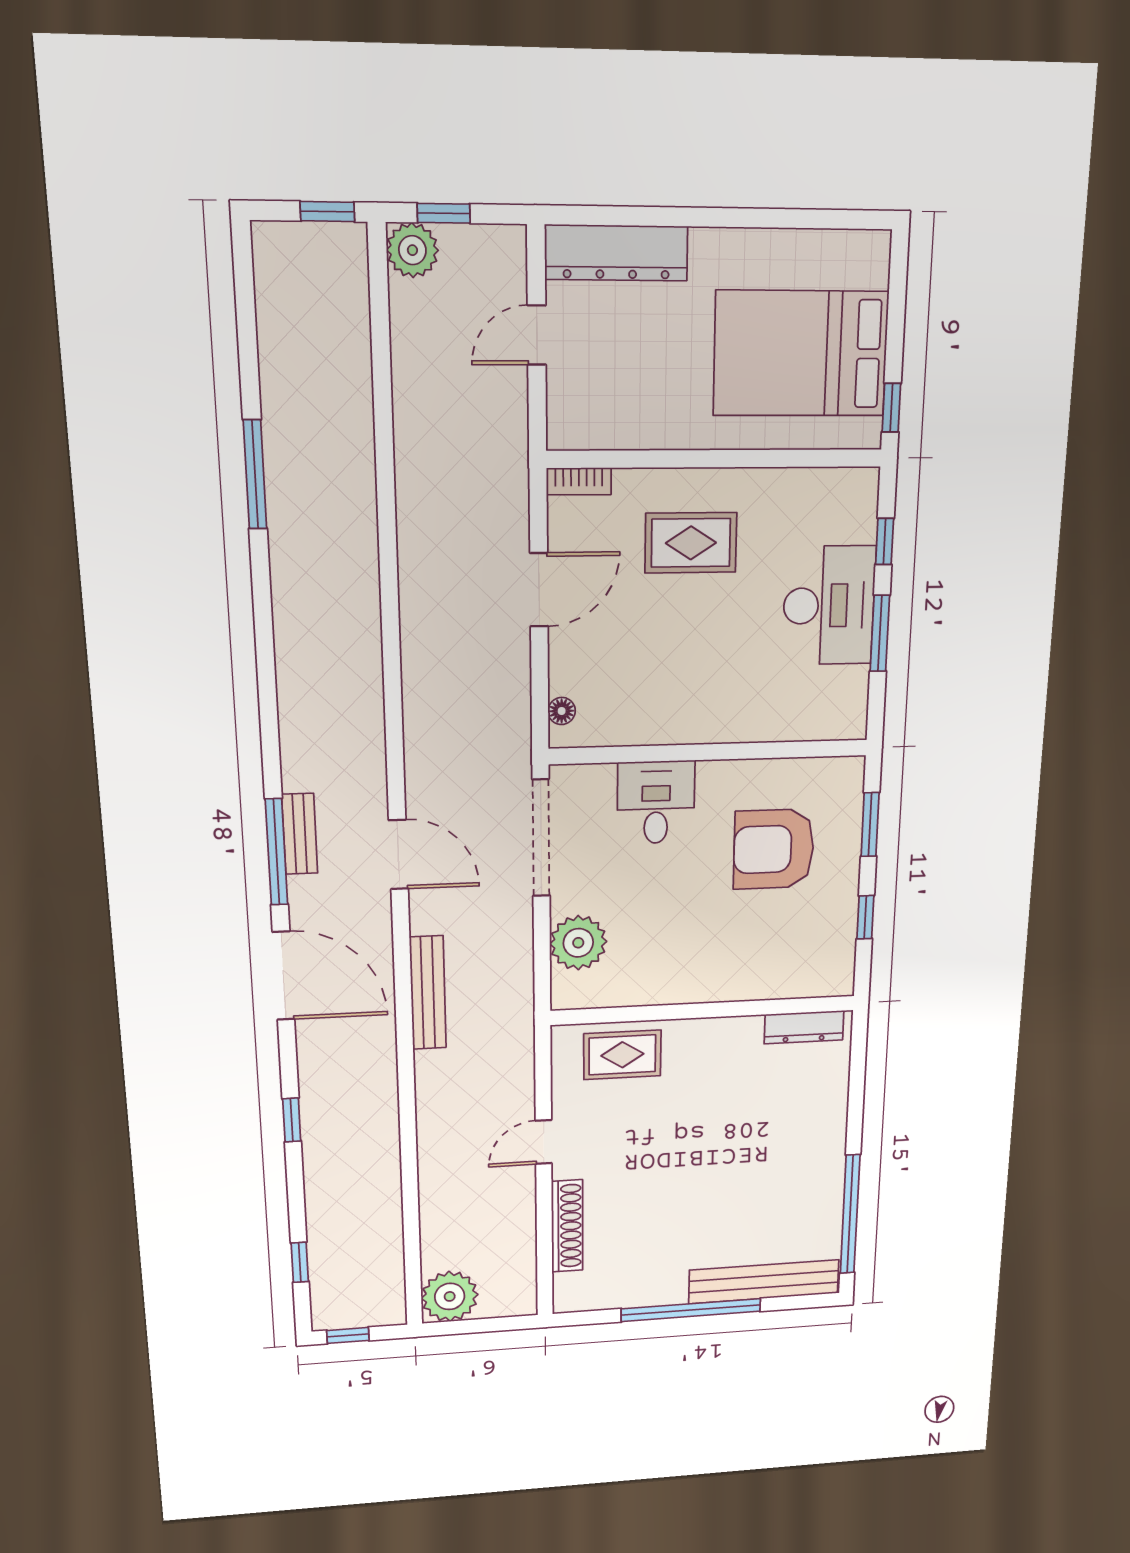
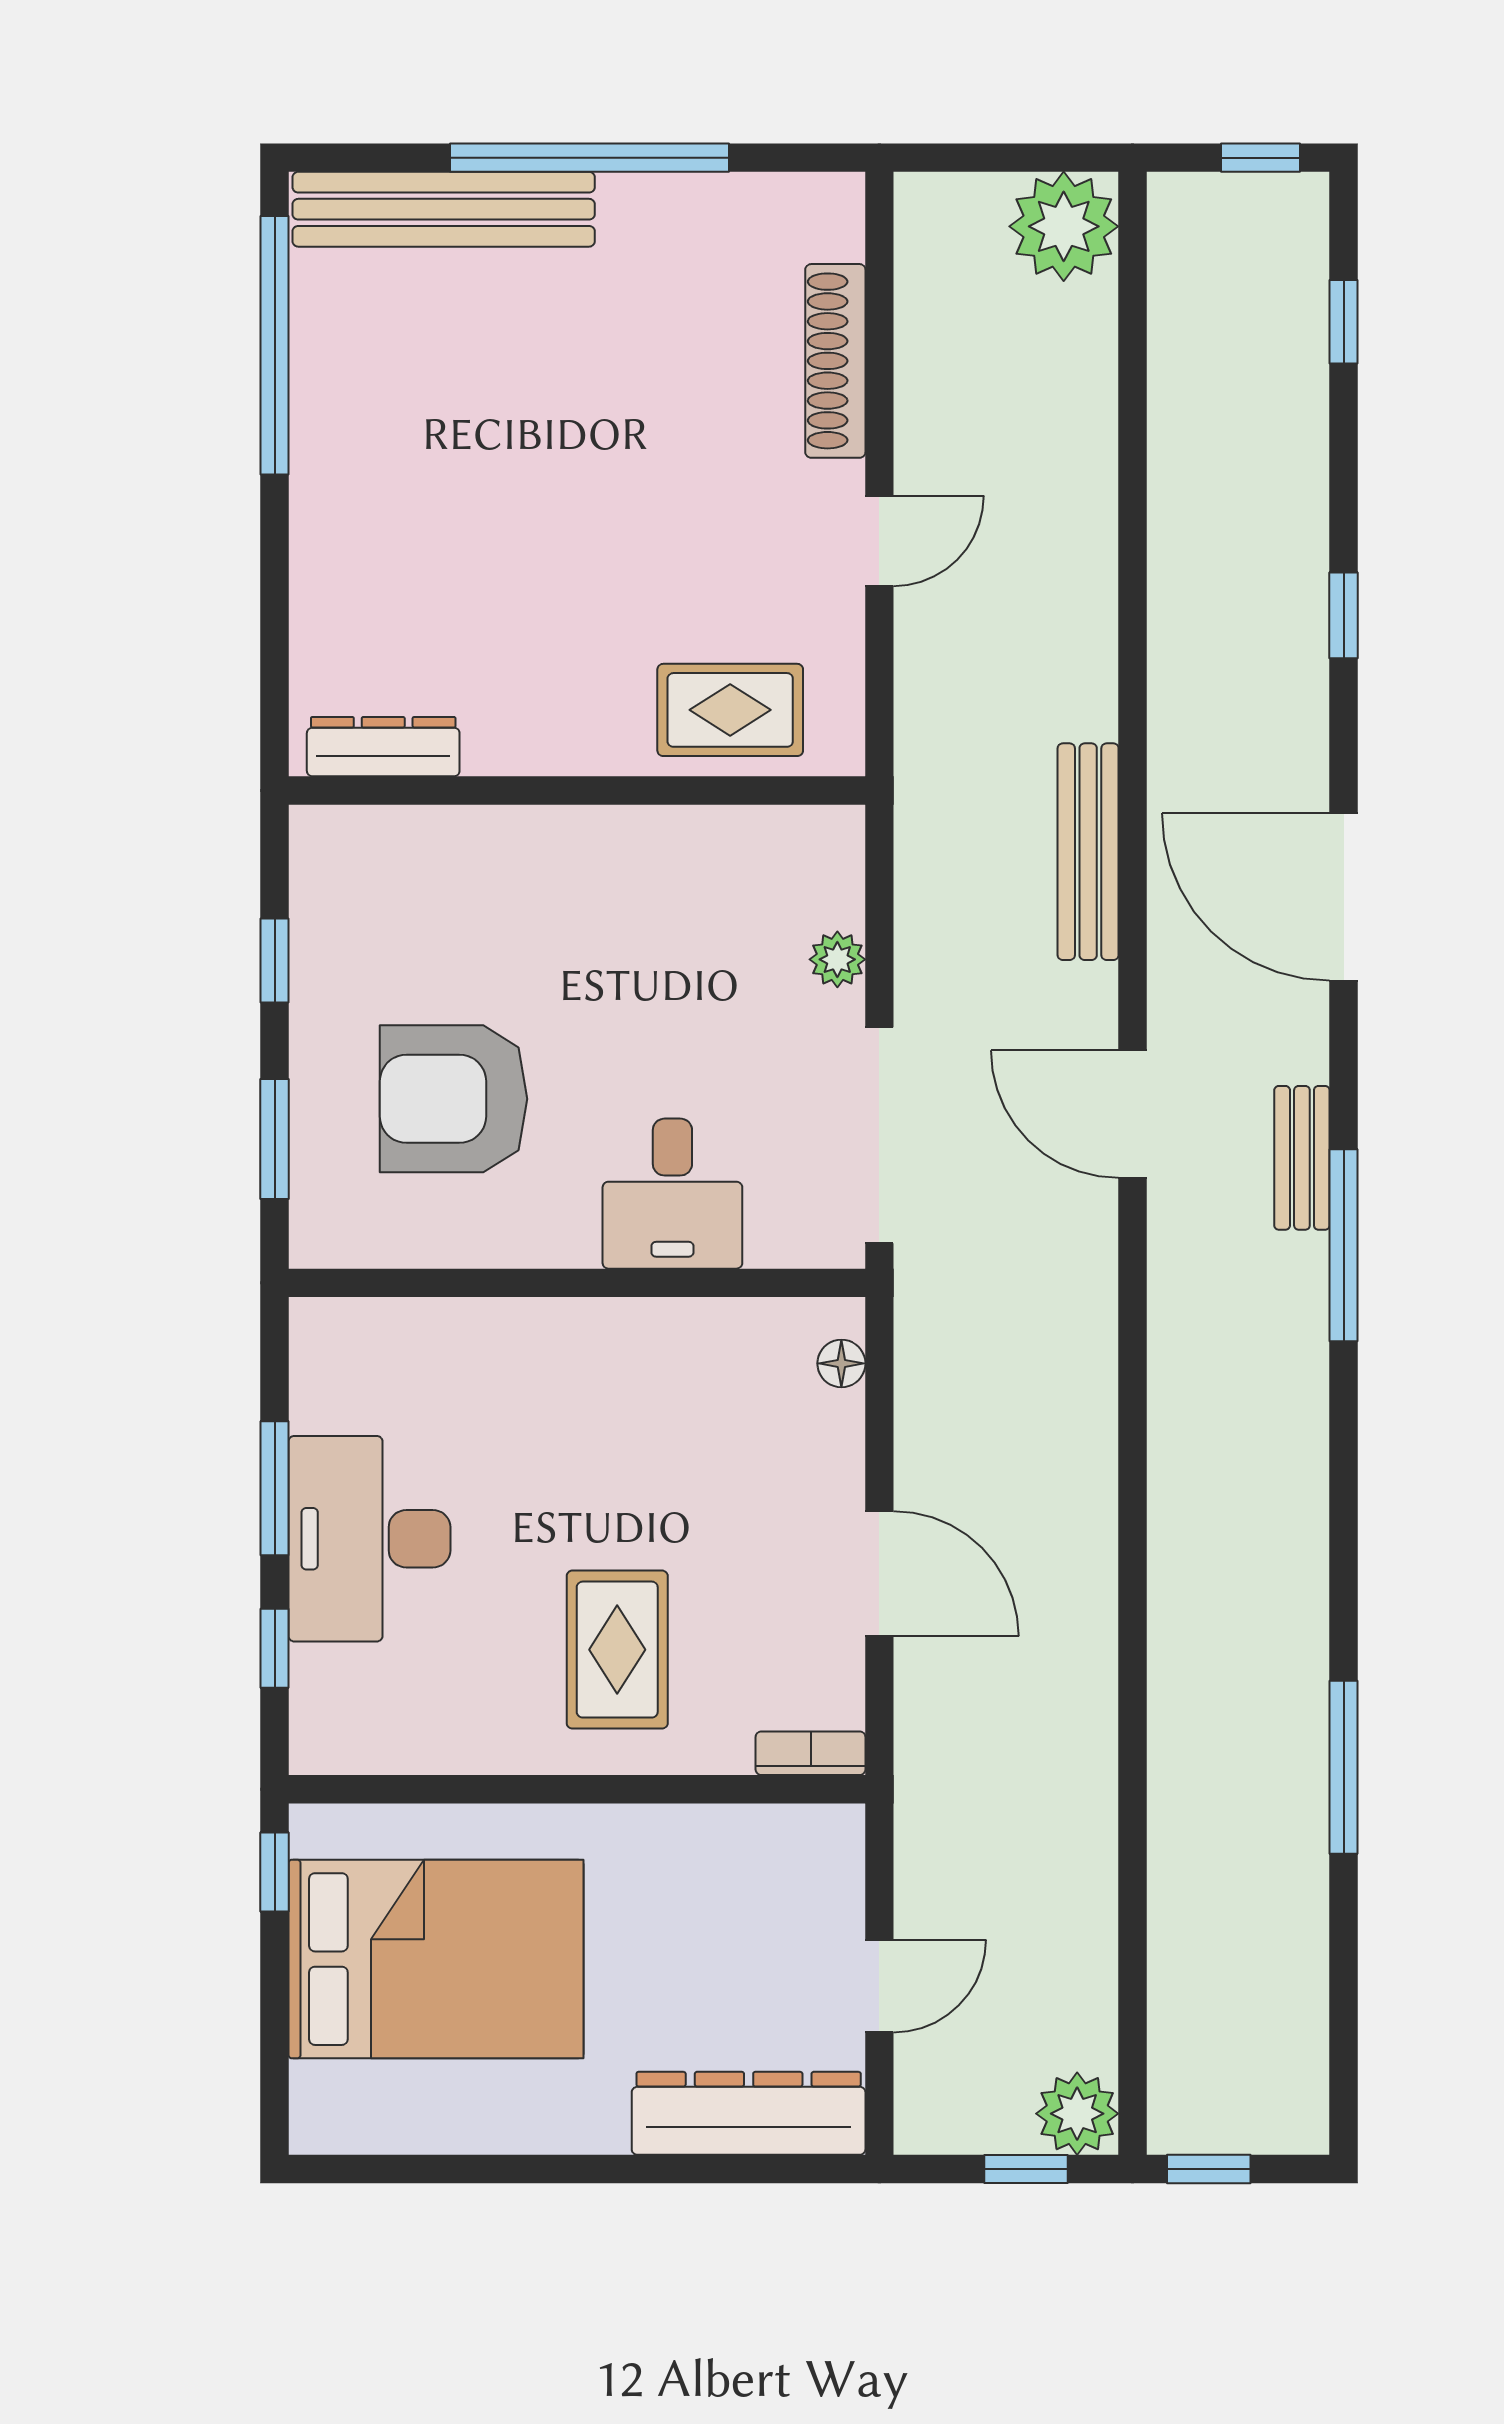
rug: (691, 543) -> (617, 1650), turned 90
door: (539, 590) -> (879, 1574), swing flipped
armchair: (774, 849) -> (454, 1099), turned 180
window: (276, 852) -> (1344, 1245), moved
plant: (578, 943) -> (837, 959), width x0.53, depth x0.53

